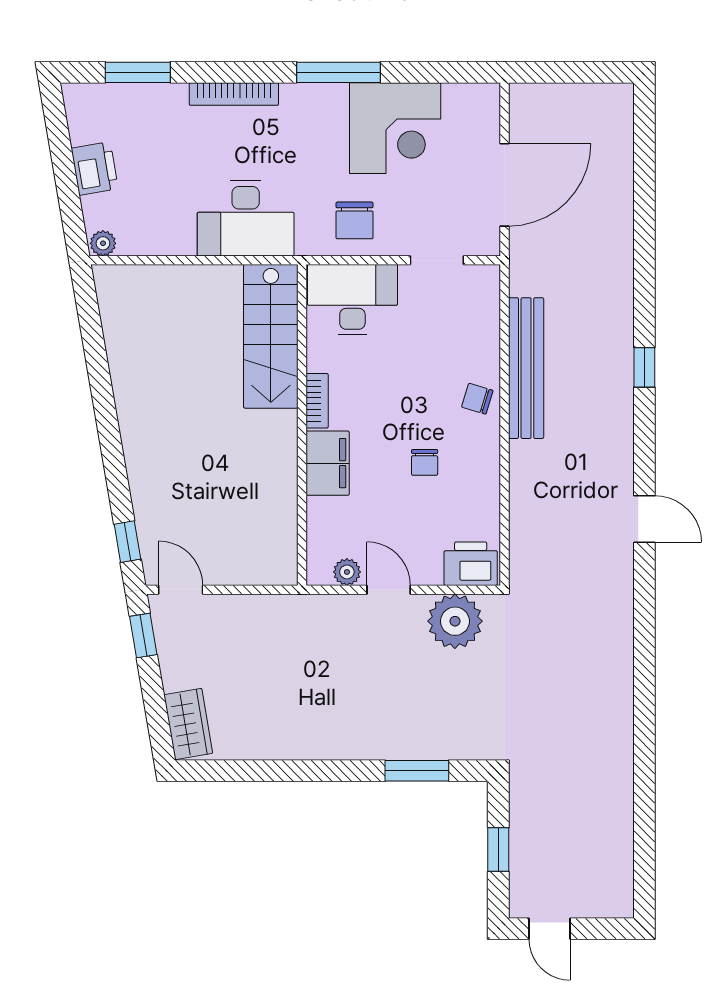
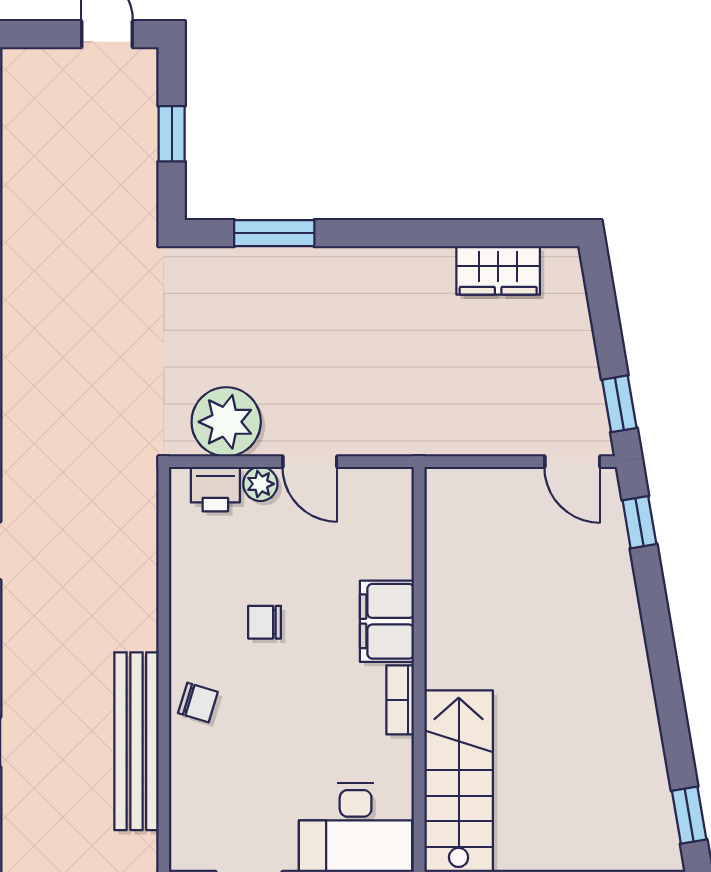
window: (88, 309) -> (689, 815), added
chair: (425, 462) -> (265, 622), turned -90
printer: (471, 564) -> (215, 489), width x0.73, depth x0.81
plant: (347, 572) -> (260, 484), moved
wardrobe: (188, 724) -> (498, 270), moved, turned -80

